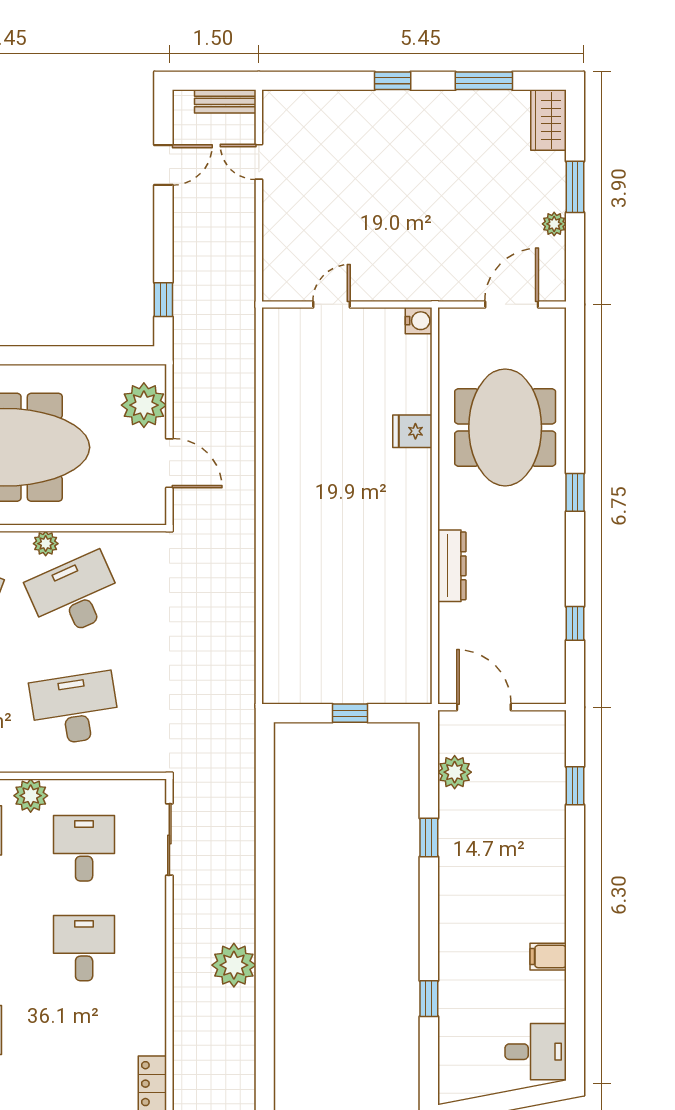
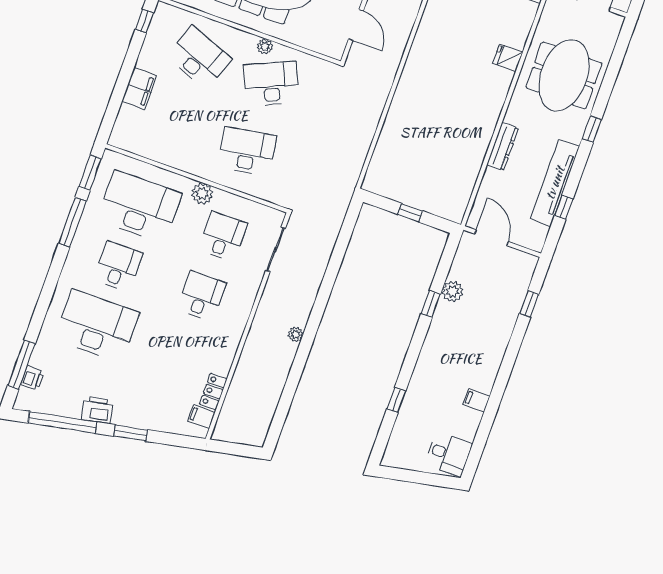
tv unit: (549, 592) -> (555, 183), added
plant: (455, 772) -> (452, 291), moved
plant: (234, 965) -> (295, 334), width x0.53, depth x0.53

